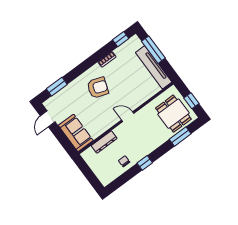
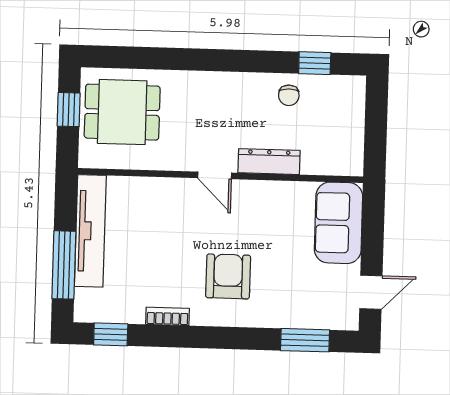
armchair: (98, 88) -> (228, 276), turned 71
dining table: (173, 114) -> (122, 112), turned 90
window: (180, 136) -> (144, 58), removed
dresser: (104, 142) -> (269, 162), moved
window: (145, 163) -> (315, 63), moved

